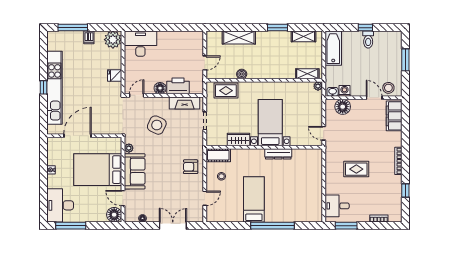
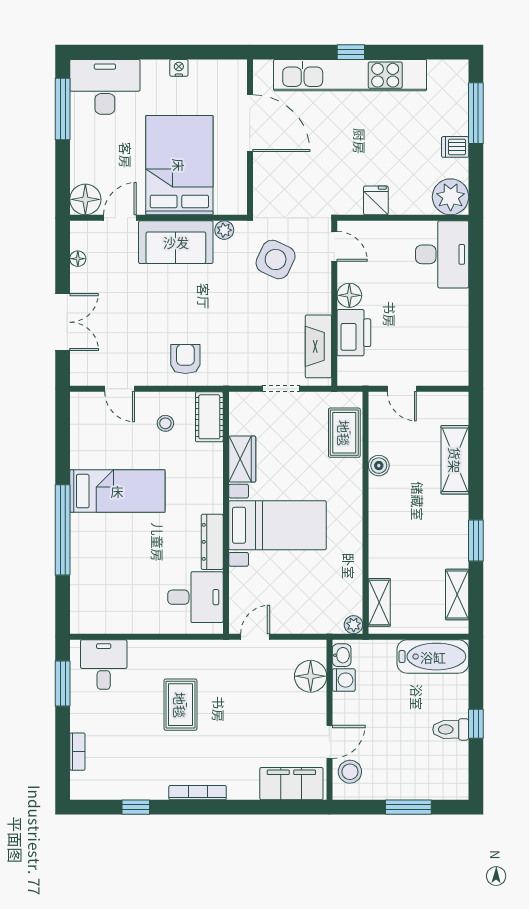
side table: (157, 125) -> (276, 259), moved
desk: (305, 162) -> (195, 597), added

